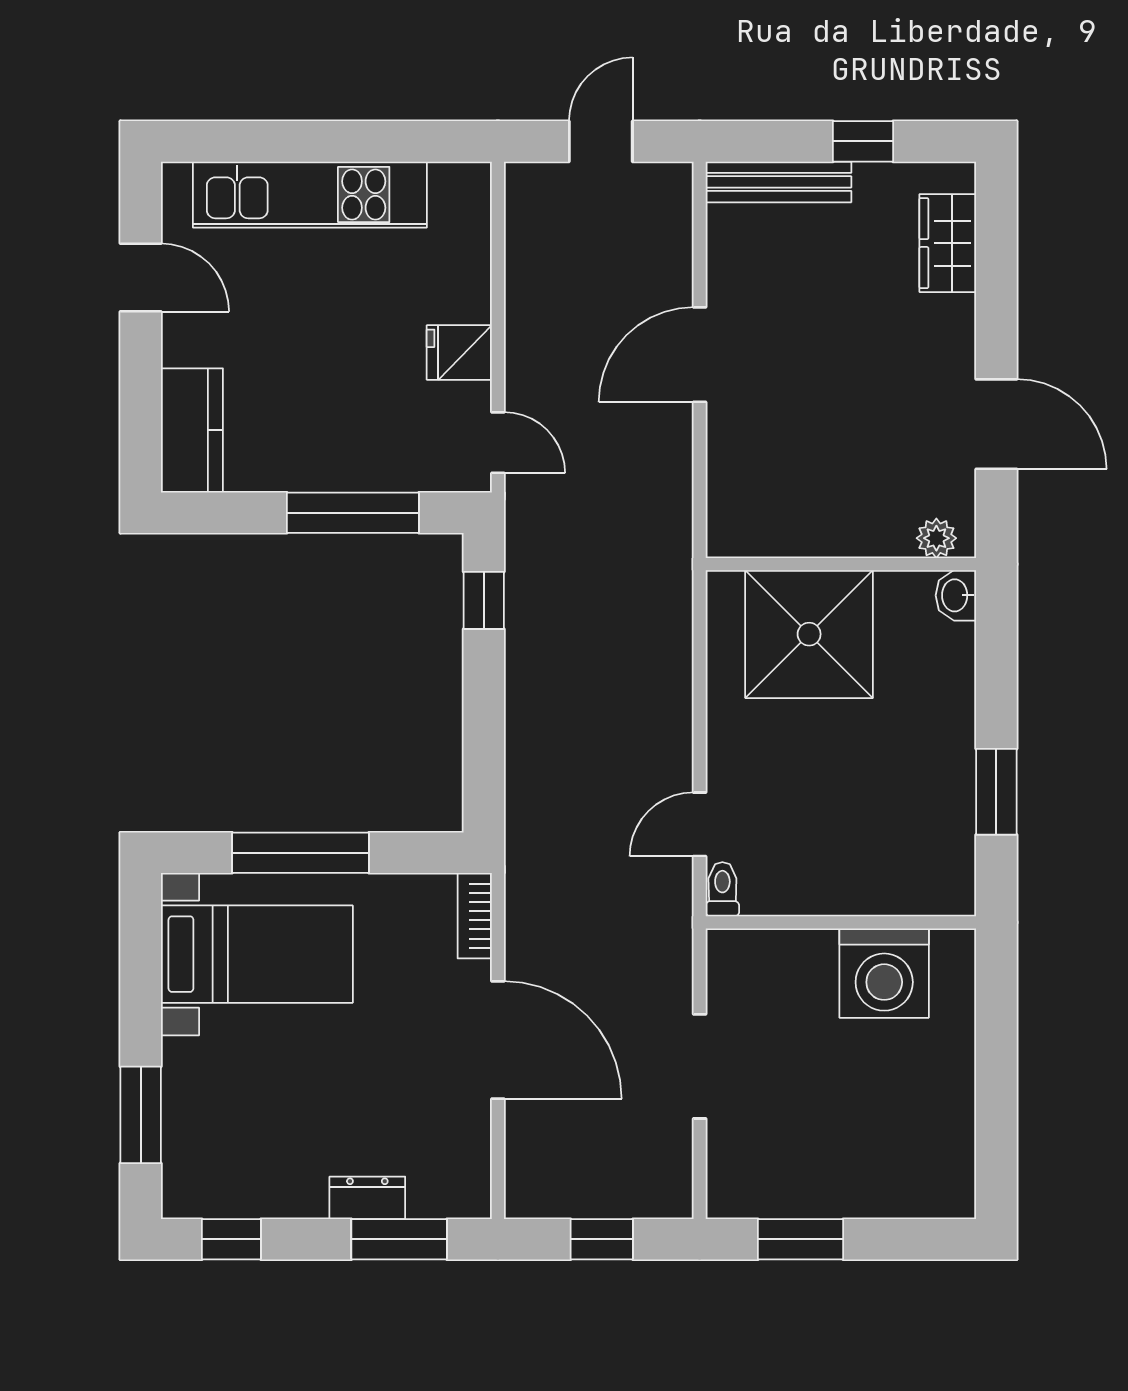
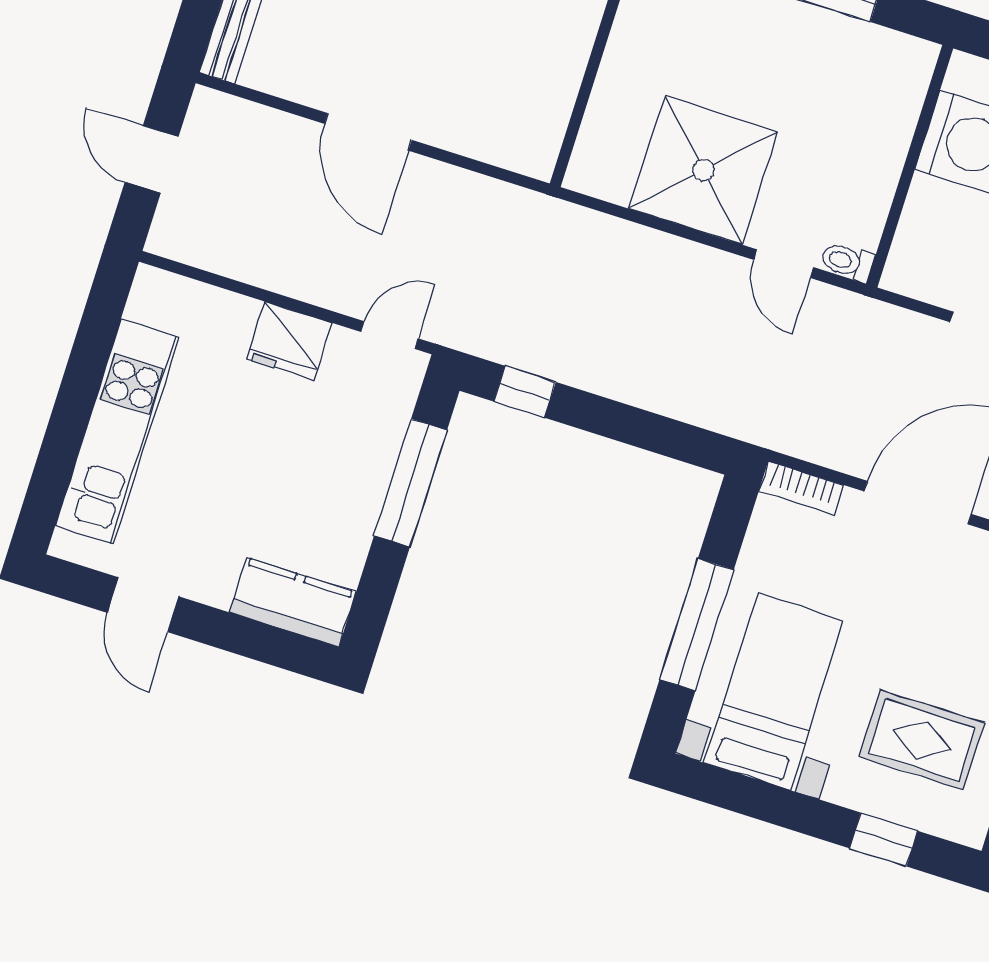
door: (141, 278) -> (143, 605), swing flipped
fridge: (459, 353) -> (289, 341), width x1.38
shower: (809, 634) -> (703, 170), moved
window: (141, 1115) -> (884, 840), width x0.67
rug: (255, 1122) -> (922, 740), added

